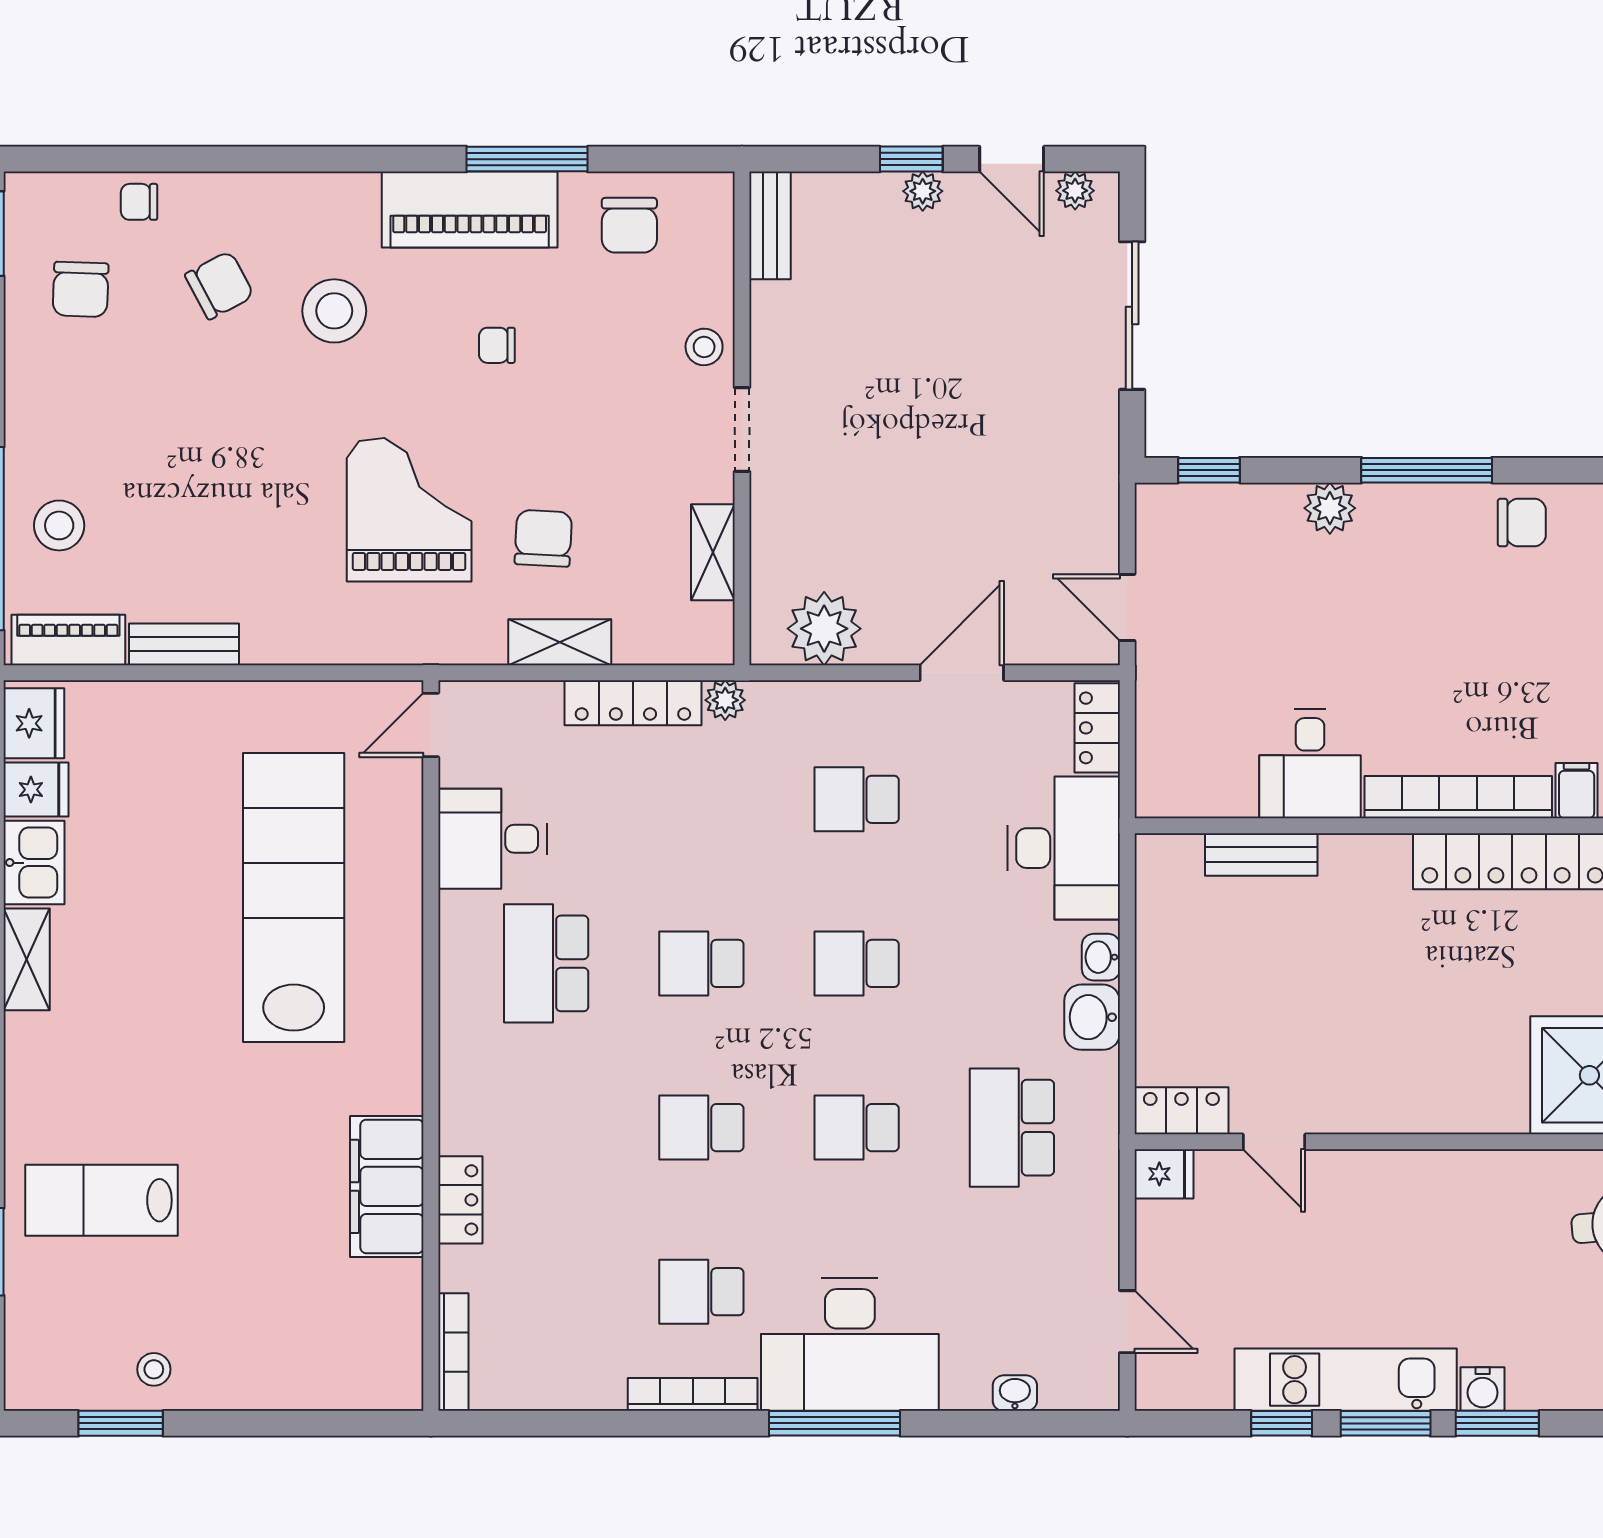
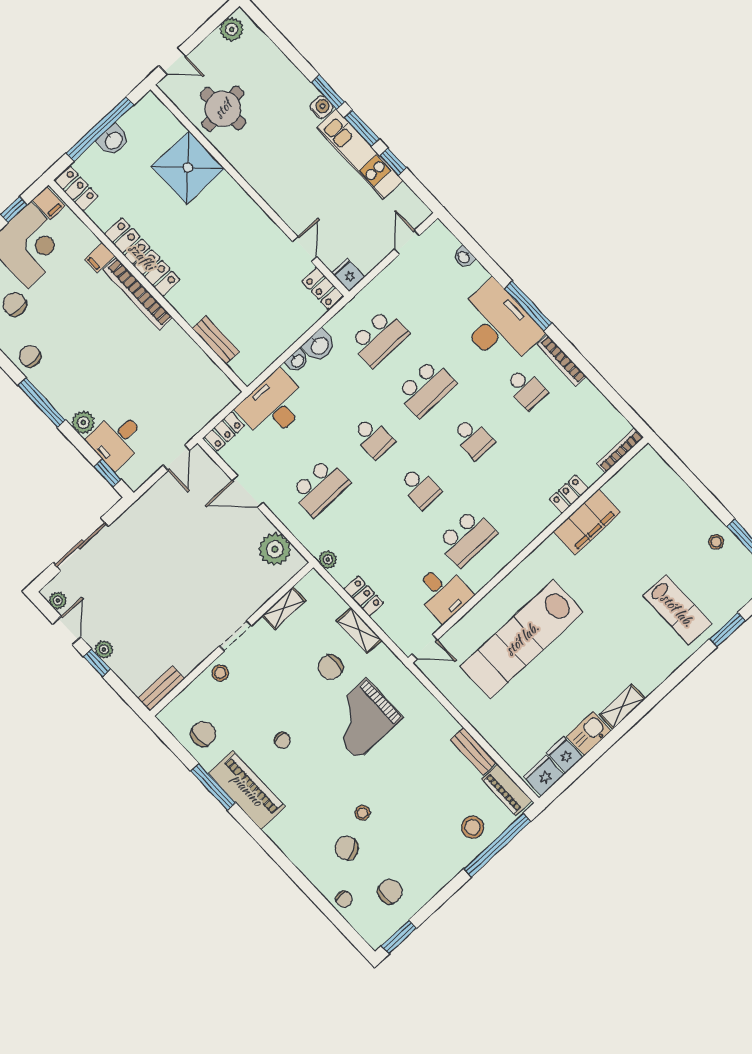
stool: (334, 311) -> (363, 813), moved, width x0.53, depth x0.53
locker: (633, 703) -> (364, 596), width x0.66
desk: (1310, 764) -> (117, 440), moved, turned 180
school desk: (857, 799) -> (320, 487), width x1.85
school desk: (857, 1128) -> (426, 388), width x1.85

